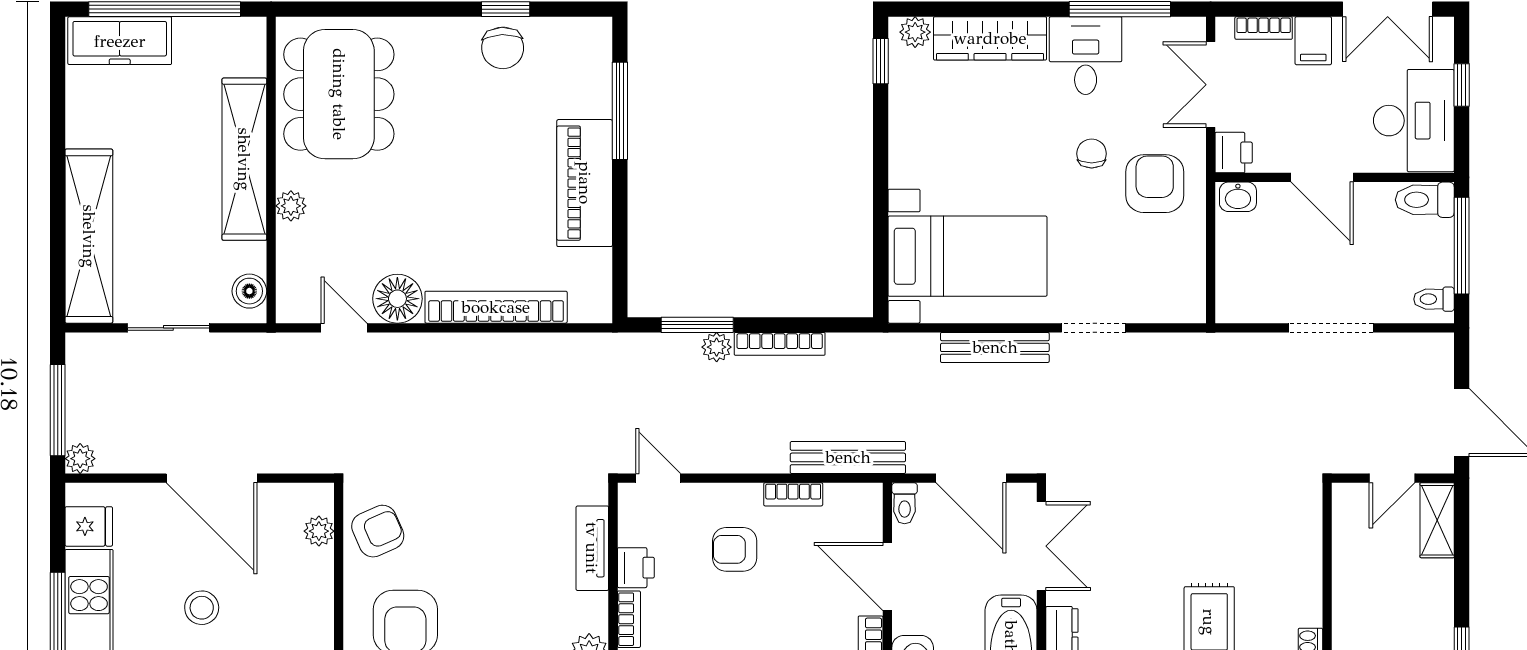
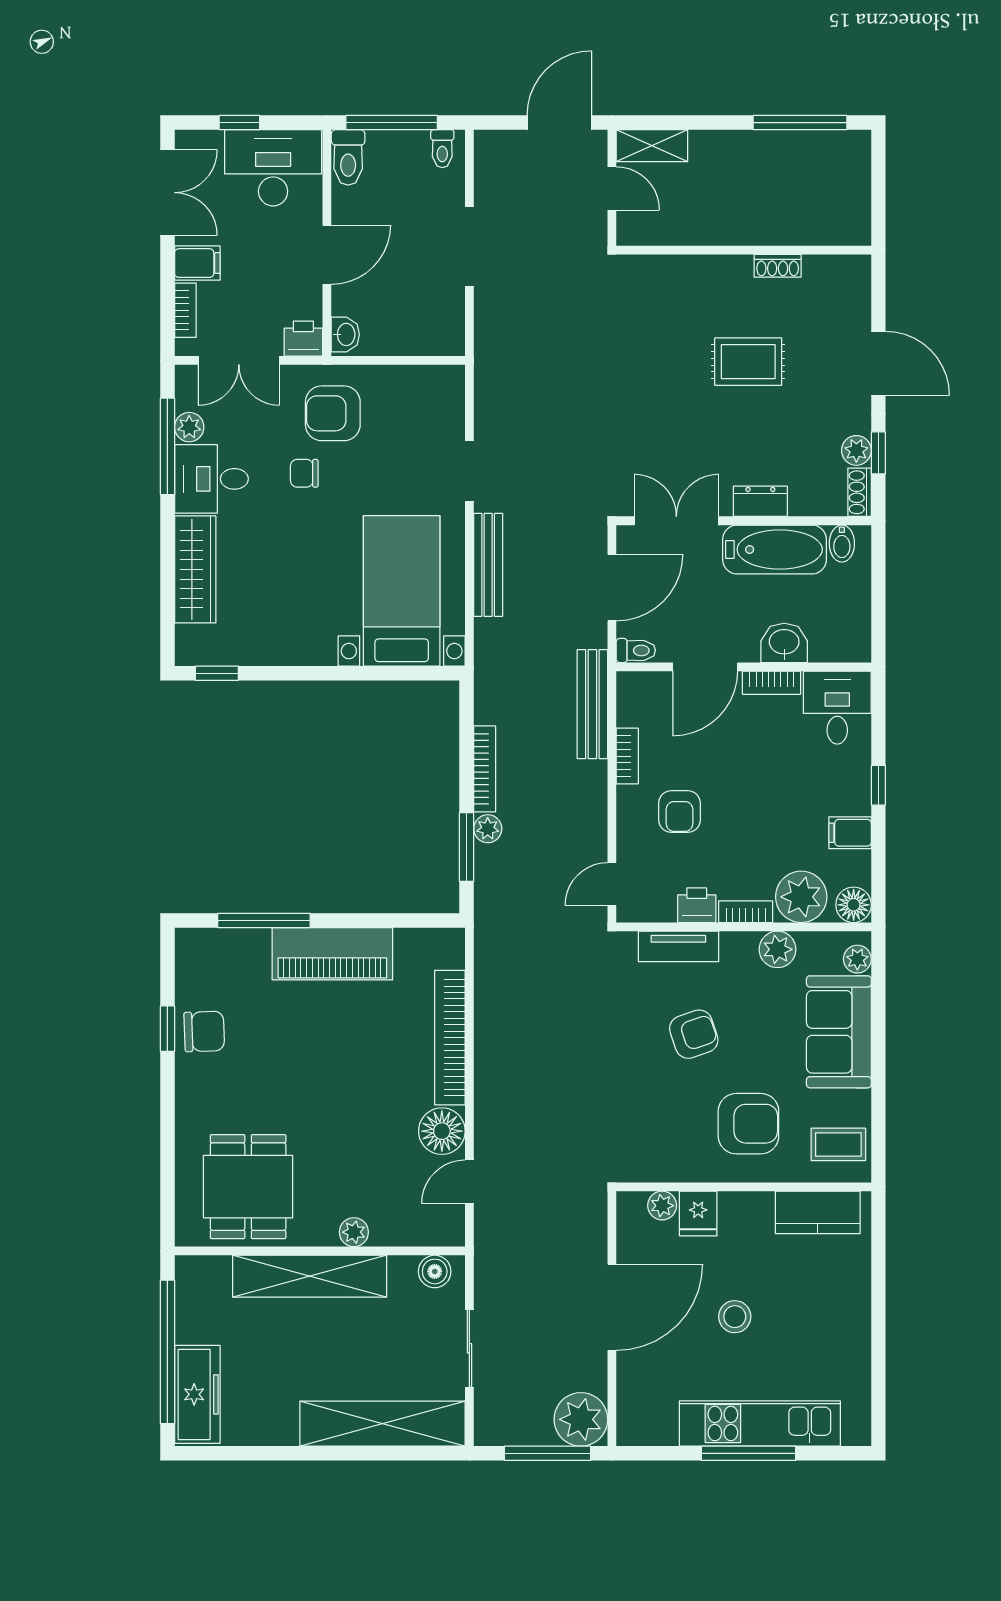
plant: (915, 32) -> (189, 427), moved
dining table: (339, 94) -> (248, 1187), width x0.73
plant: (80, 459) -> (581, 1419), width x1.88, depth x1.88
fridge: (89, 526) -> (698, 1214), moved, turned 180
armchair: (378, 531) -> (694, 1034), moved, turned 95

